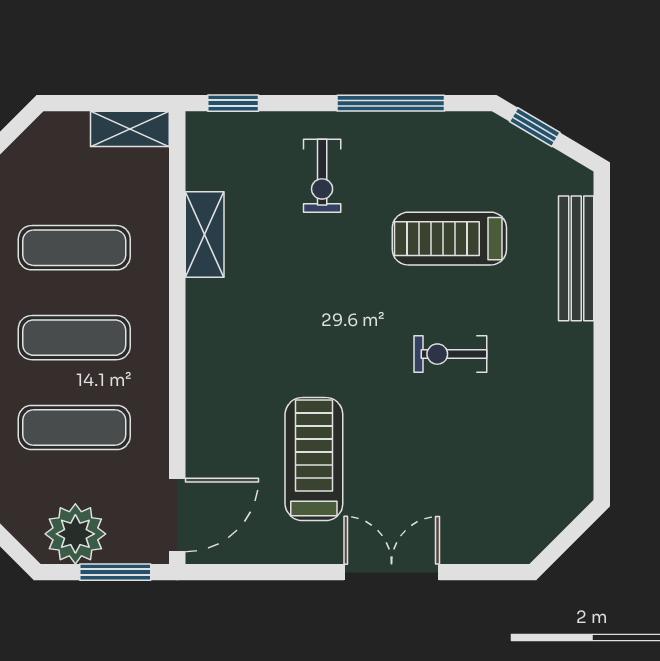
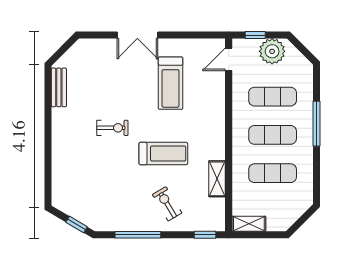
exercise bike: (322, 176) -> (167, 204), turned -31
treadmill: (449, 239) -> (163, 154), moved
bench: (576, 258) -> (59, 87), moved, width x0.73
door: (177, 515) -> (229, 59), width x0.73
window: (115, 572) -> (255, 35), width x0.67

